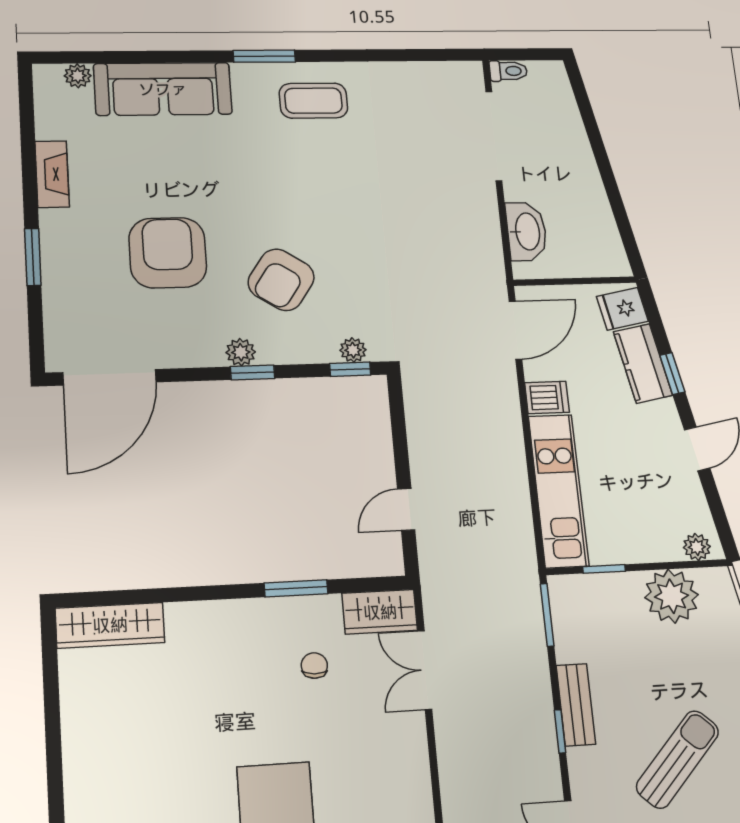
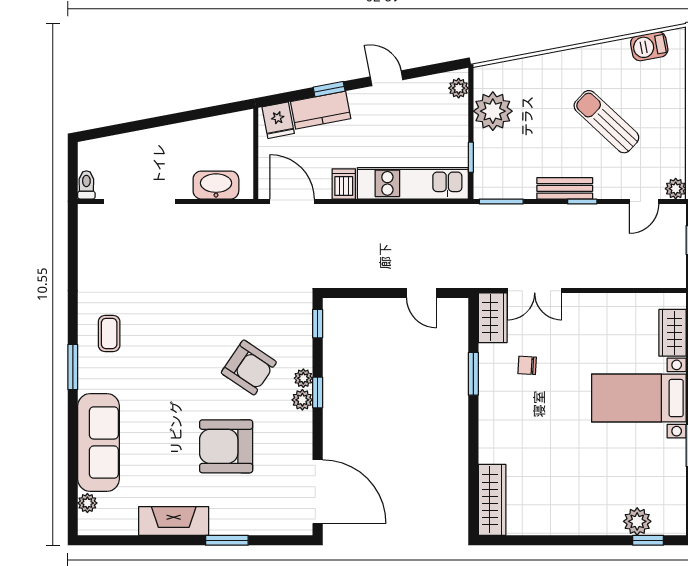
coffee table: (313, 101) -> (109, 333), width x0.73, depth x0.77
fireplace: (52, 174) -> (174, 521), width x1.37, depth x1.32
plant: (353, 350) -> (303, 378), moved

